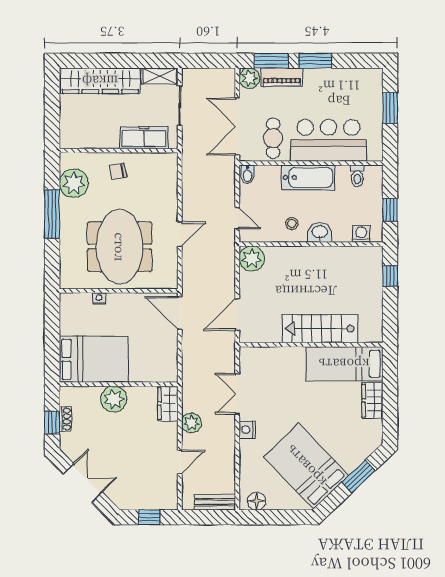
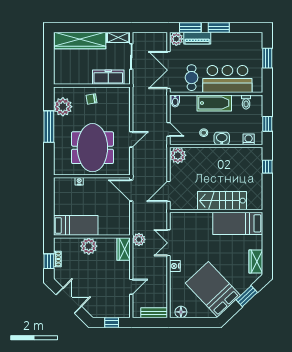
bed: (94, 359) -> (76, 225), width x0.67
wardrobe: (372, 401) -> (256, 262), moved
plant: (191, 423) -> (139, 239), moved

